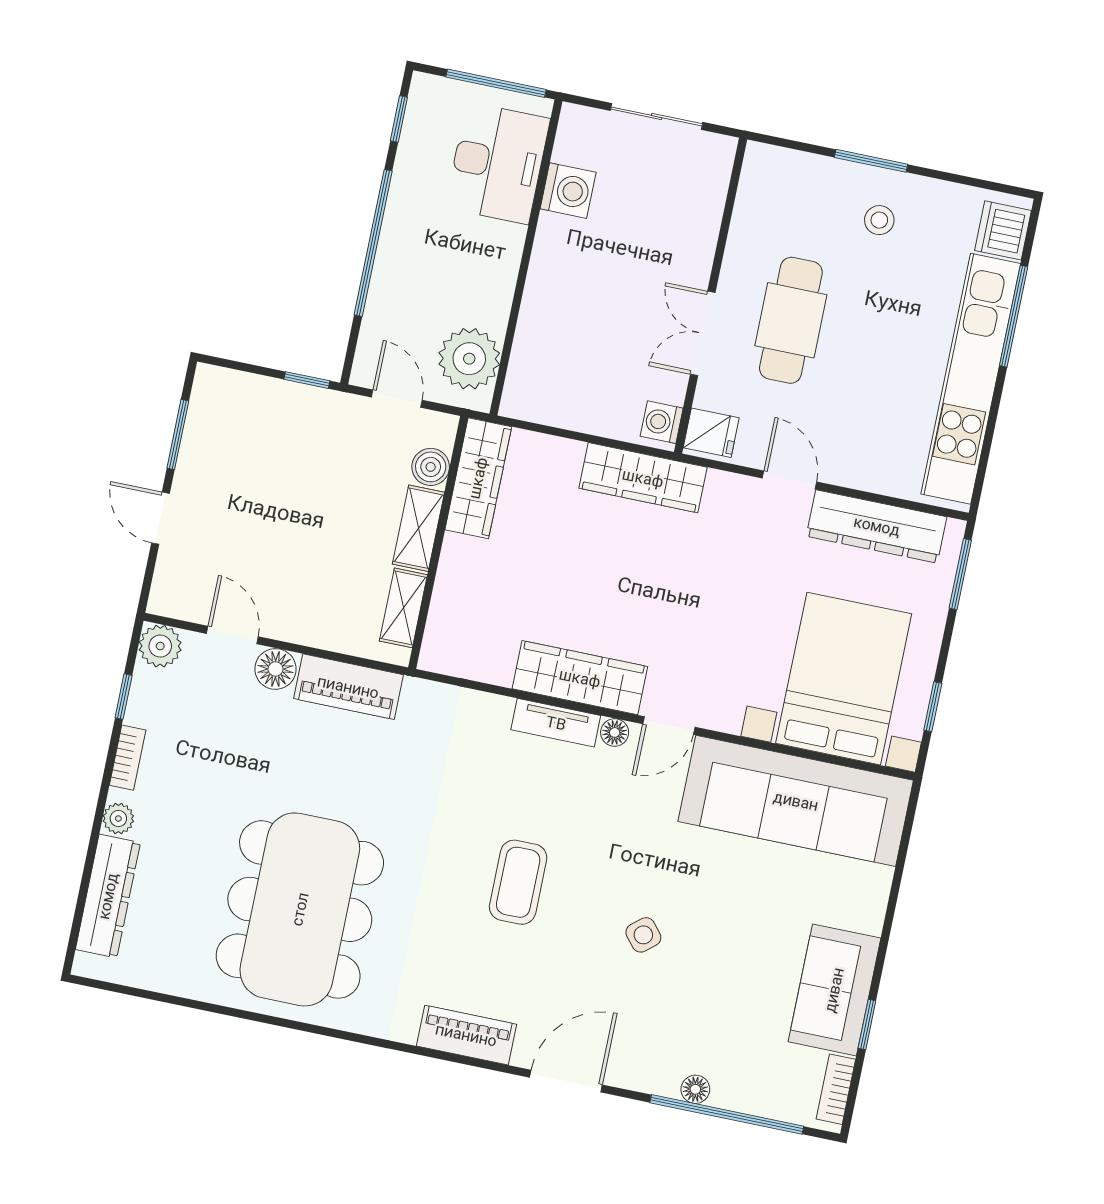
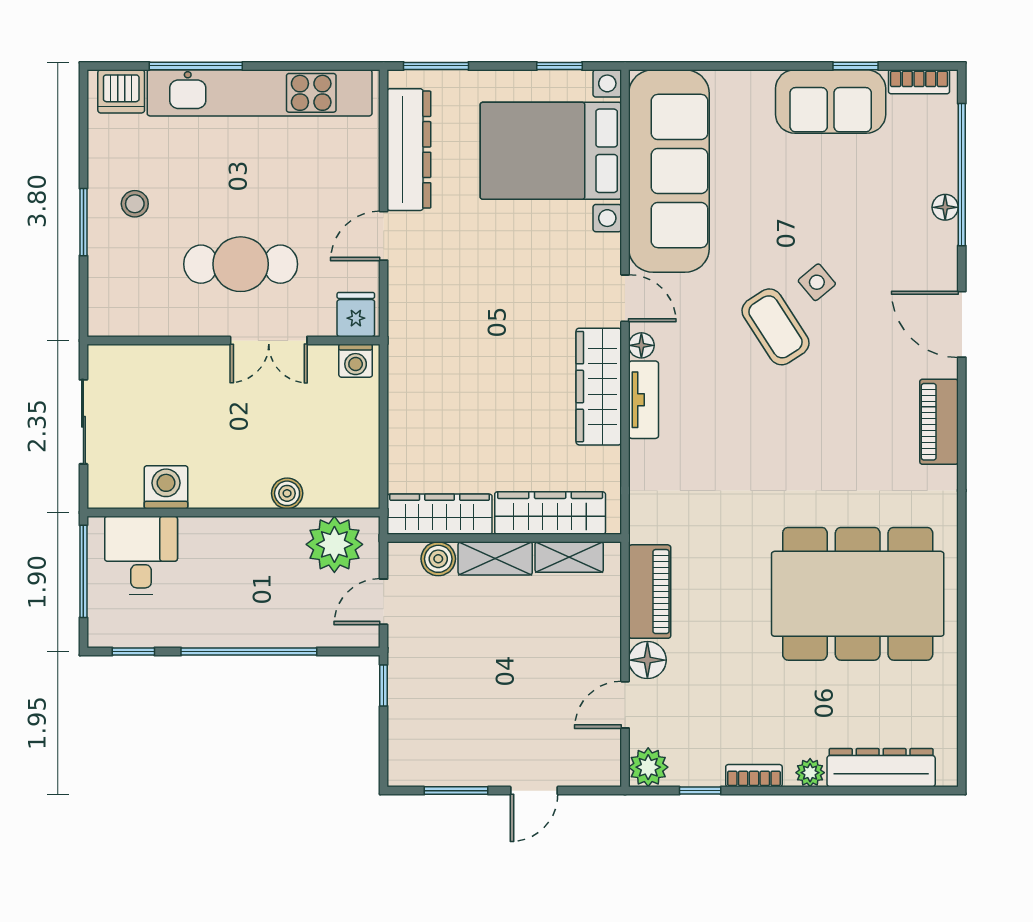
desk: (498, 163) -> (141, 555), width x0.73
boiler: (535, 319) -> (287, 493), added
wardrobe: (643, 478) -> (550, 513), moved, turned -90
coffee table: (518, 882) -> (776, 327), moved, turned 57

